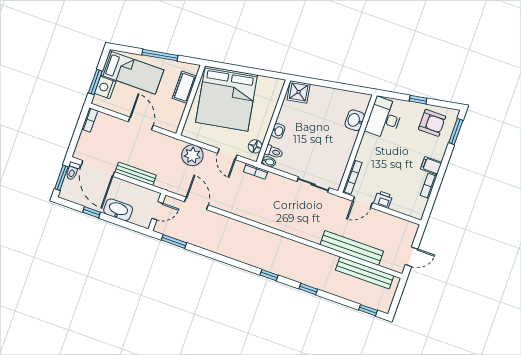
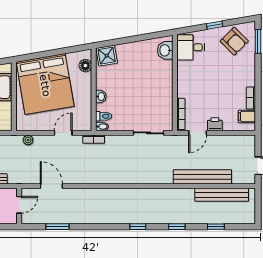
desk: (384, 118) -> (191, 47), width x0.73
washbasin: (355, 120) -> (165, 50), moved
armchair: (432, 123) -> (234, 41), turned 45
floor lamp: (255, 146) -> (85, 66), moved
door: (227, 154) -> (63, 133), swing flipped
plant: (192, 155) -> (28, 140), width x0.53, depth x0.53
filing cabinet: (431, 166) -> (247, 117), moved
window: (174, 241) -> (58, 227), moved
window: (368, 310) -> (216, 227), moved

